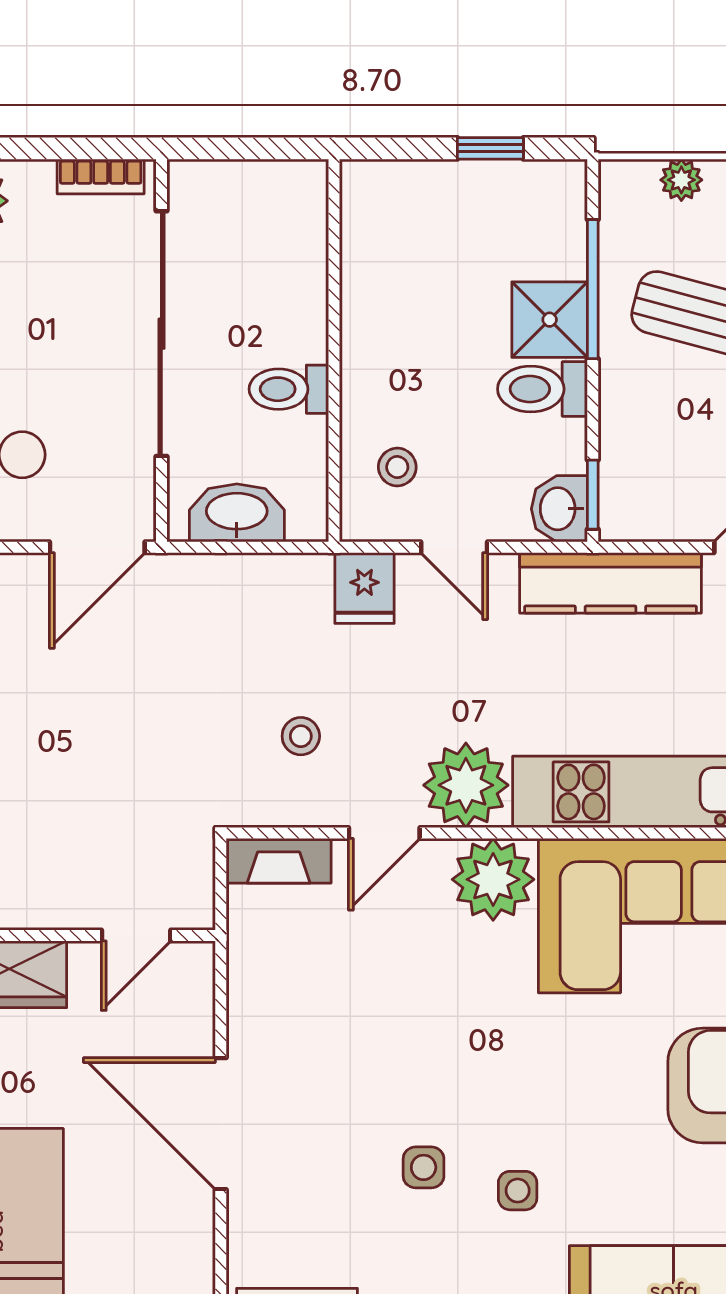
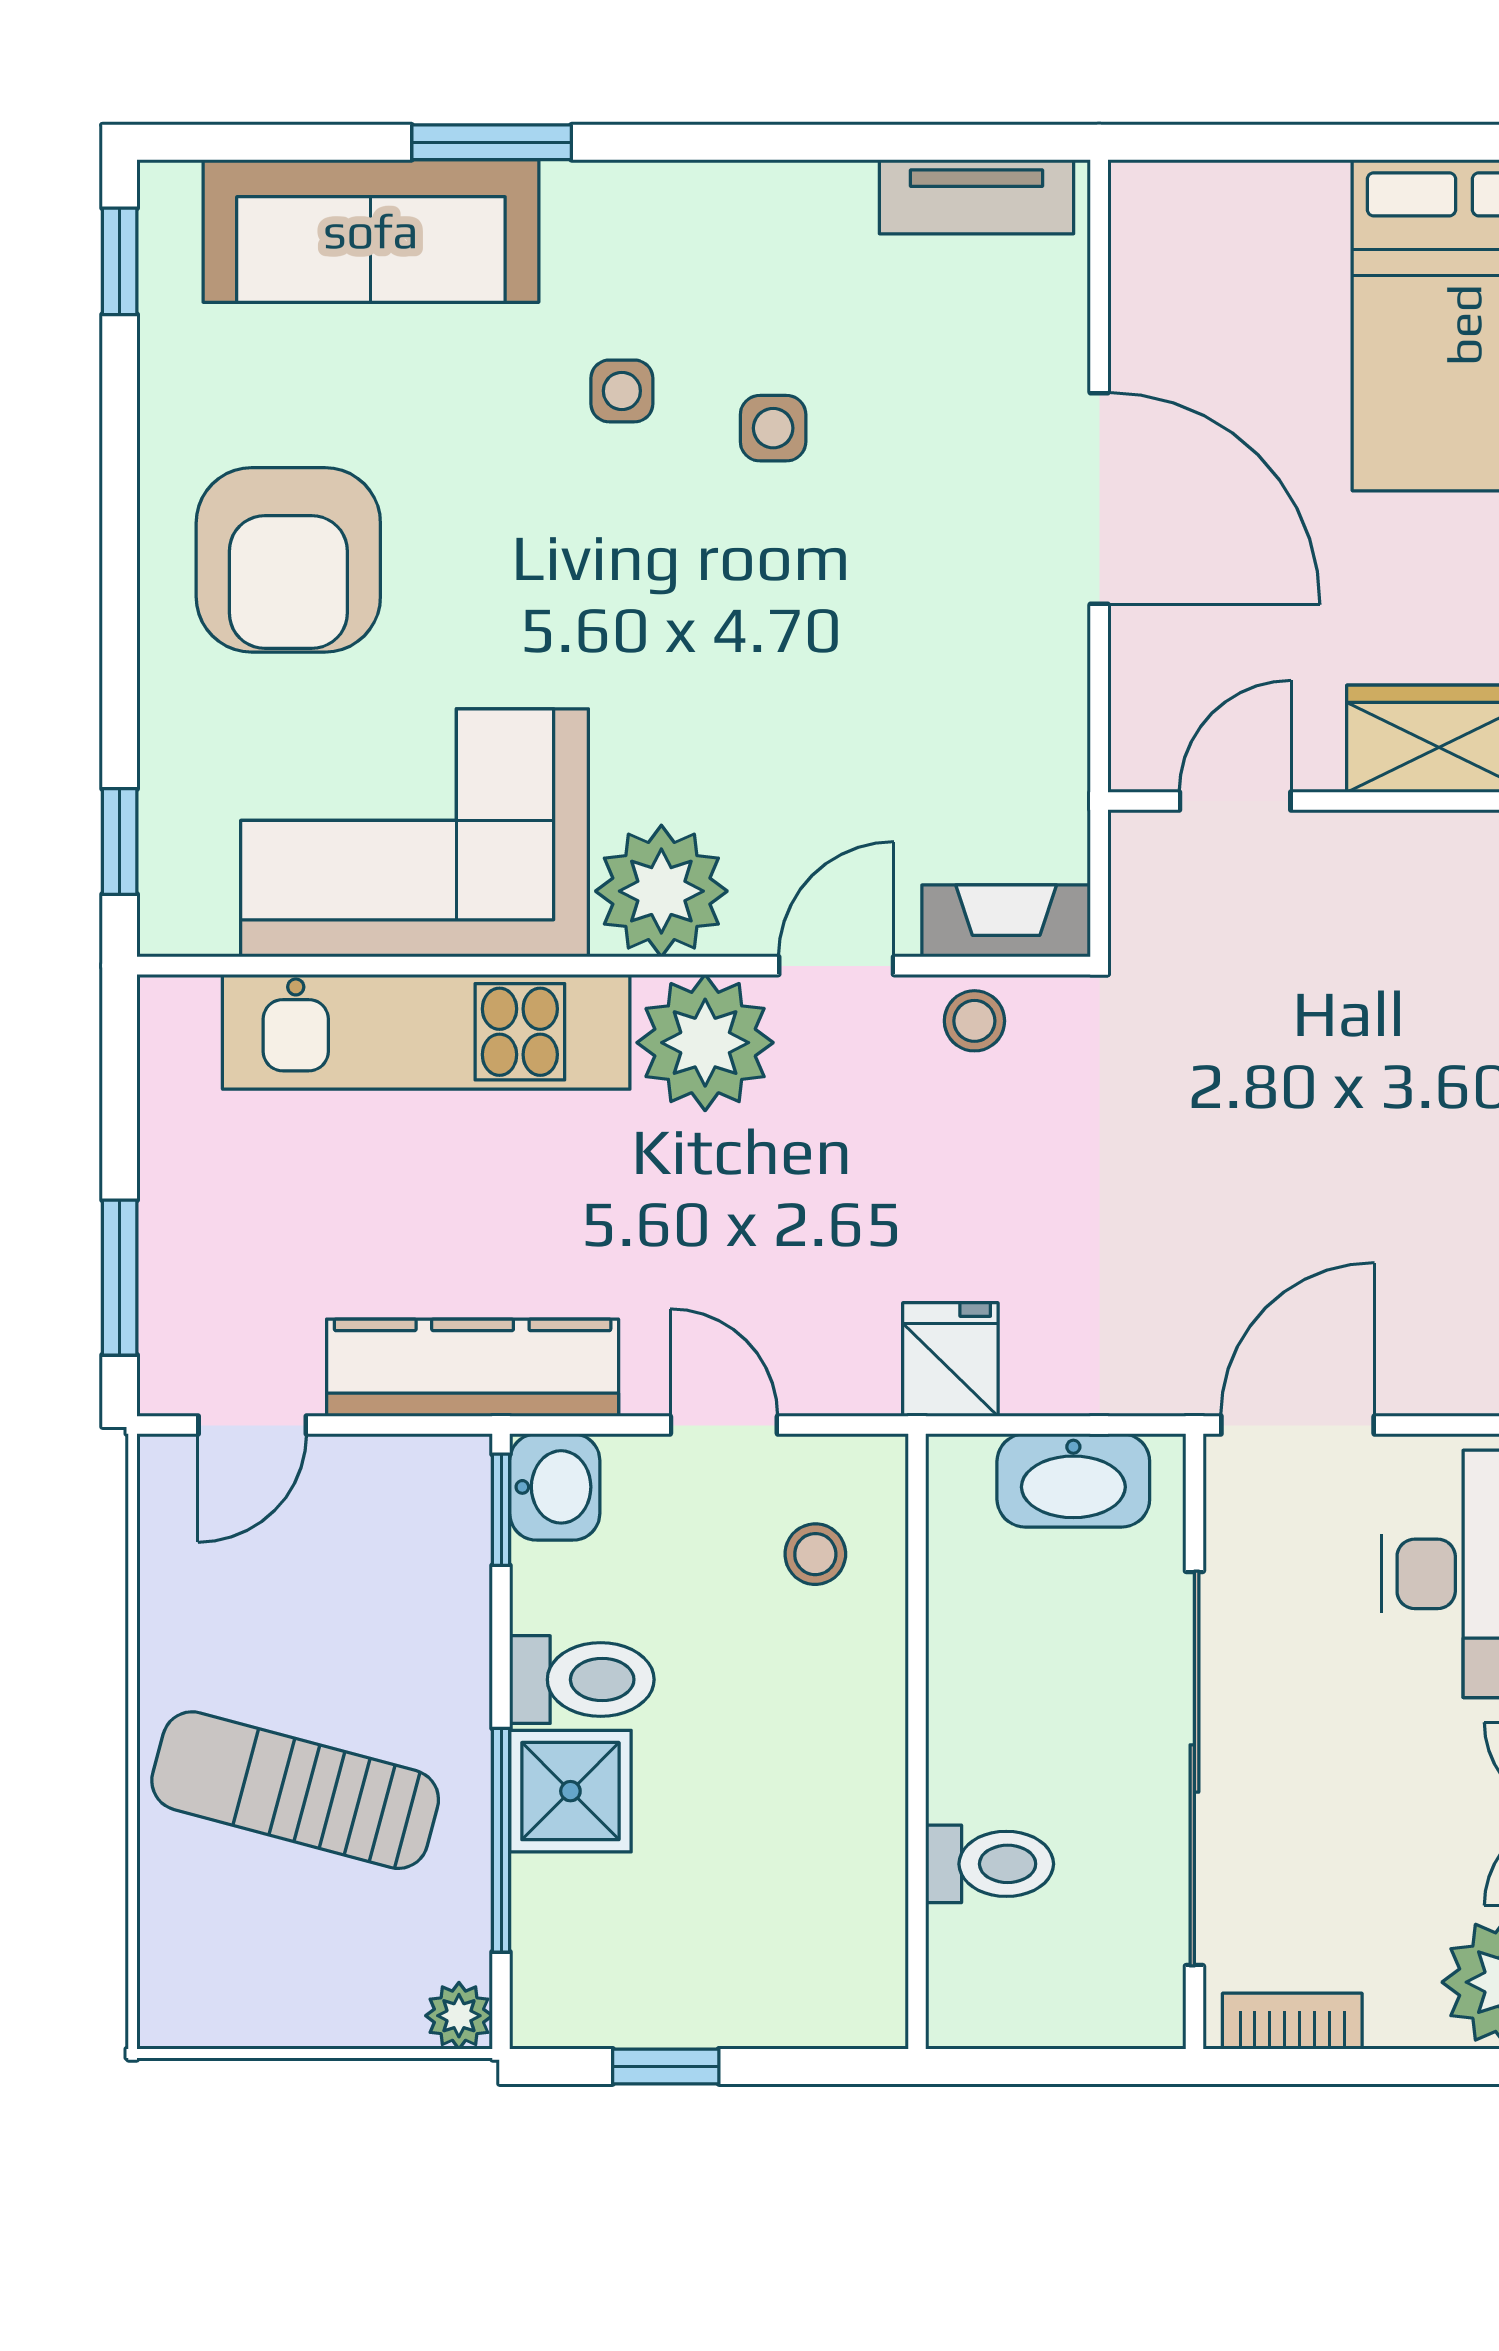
plant: (681, 180) -> (459, 2016), moved
toilet: (289, 389) -> (990, 1864), moved
fridge: (364, 588) -> (950, 1360), moved
stool: (301, 736) -> (974, 1021), moved

